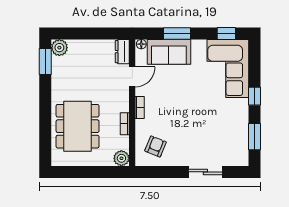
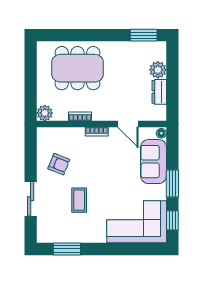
window: (177, 33) -> (172, 184), moved
plant: (59, 48) -> (158, 70), moved
dresser: (122, 52) -> (159, 92), moved, turned -90
window: (255, 96) -> (108, 249), removed
coffee table: (207, 125) -> (79, 200), added
armchair: (156, 146) -> (59, 164), moved

